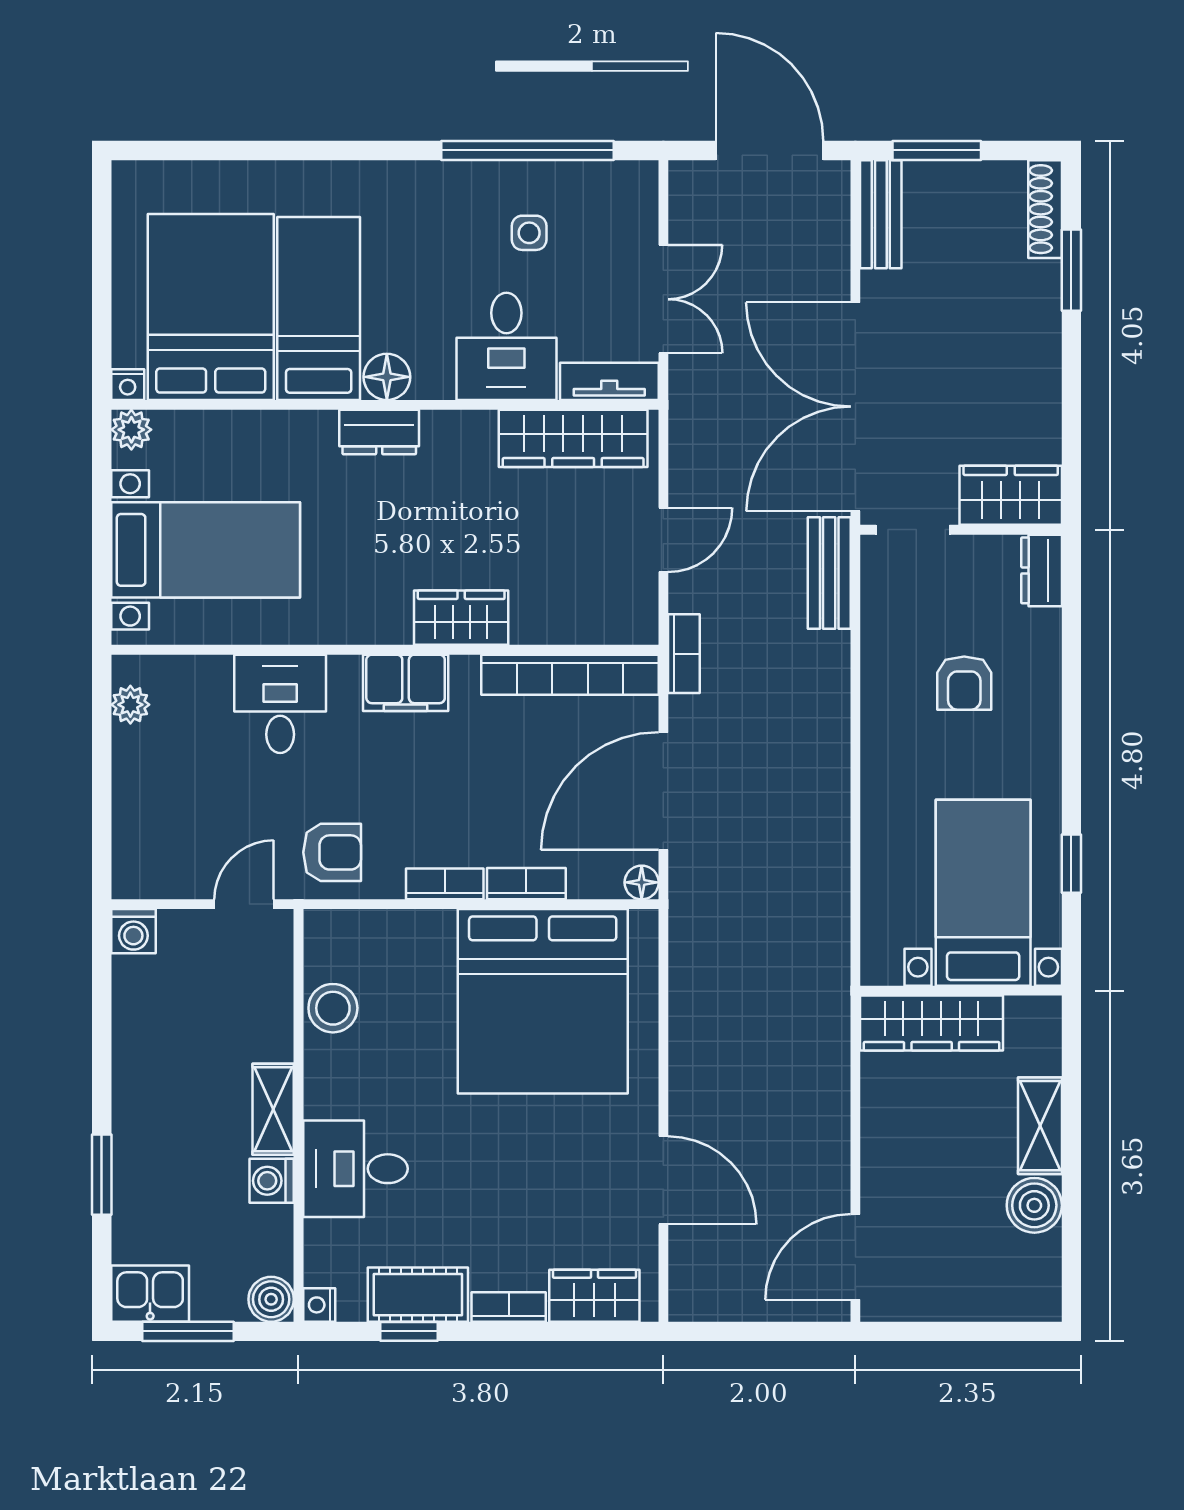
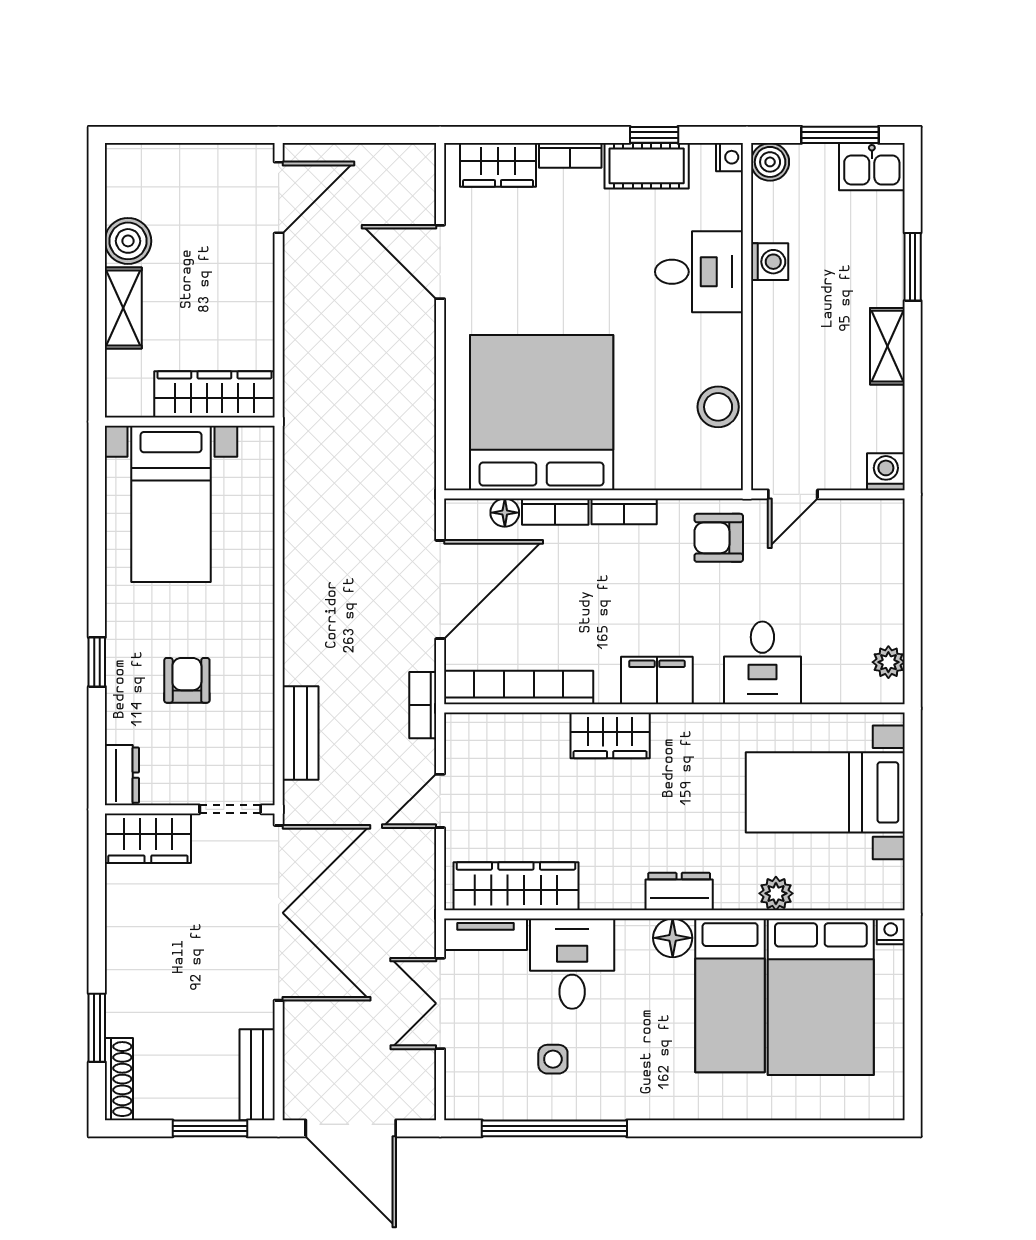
plant: (131, 430) -> (776, 893), moved
bench: (829, 573) -> (301, 733), moved
window: (1071, 864) -> (97, 662), moved
floor lamp: (642, 882) -> (505, 513), moved
shelving: (273, 1109) -> (887, 346), moved

